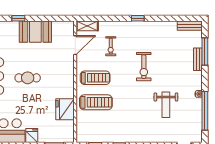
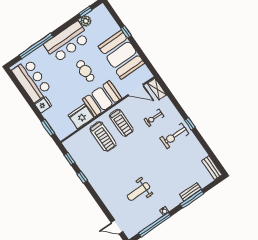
booth: (35, 32) -> (121, 55), width x1.36, depth x1.42
window: (205, 51) -> (192, 199), moved
exercise bike: (144, 67) -> (174, 136), moved
booth: (62, 80) -> (102, 99), added

